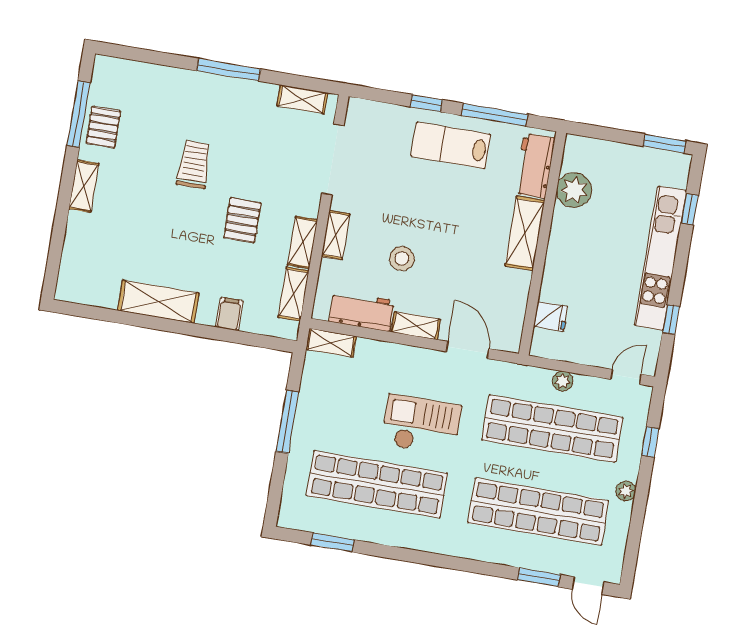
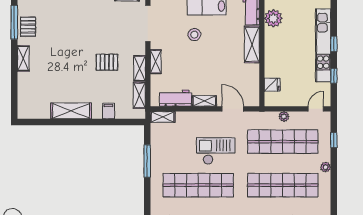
trolley: (194, 164) -> (78, 38), removed
window: (690, 209) -> (334, 44), moved
pallet: (242, 220) -> (107, 62), turned 90
stool: (402, 258) -> (194, 35), moved

